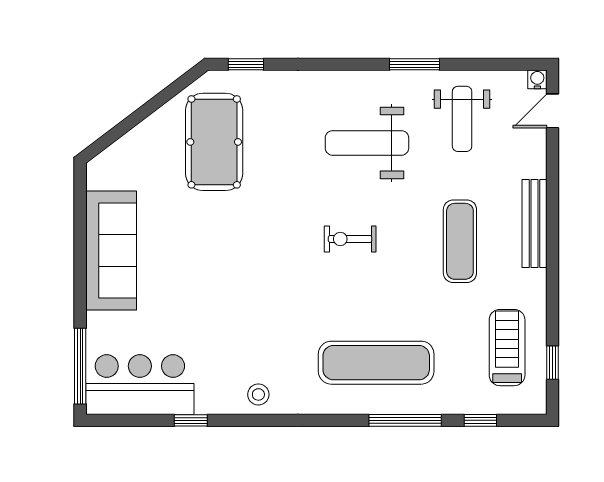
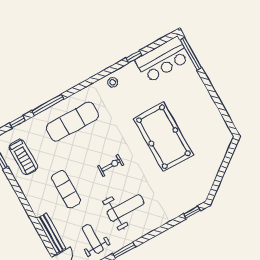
pool table: (214, 142) -> (163, 137), moved, width x1.36, depth x1.32
bench: (535, 224) -> (51, 233), moved
sofa: (111, 250) -> (204, 107), removed

